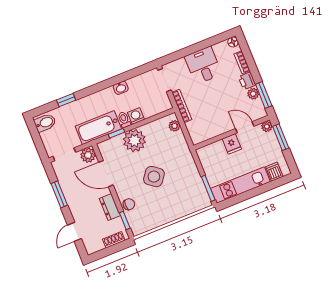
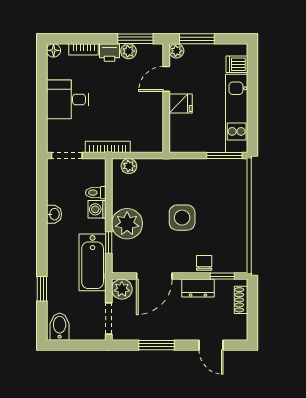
toilet: (124, 120) -> (96, 193), moved
side table: (154, 177) -> (182, 218), turned -37

